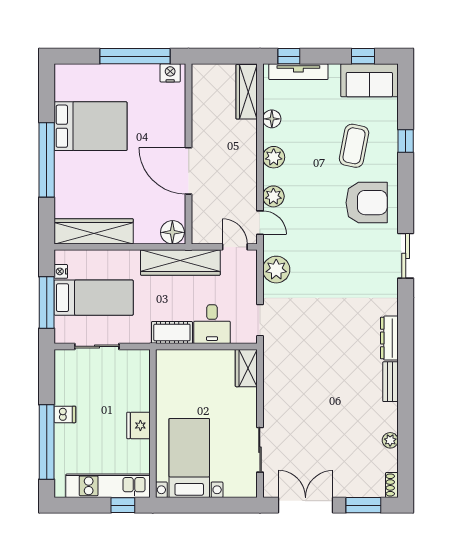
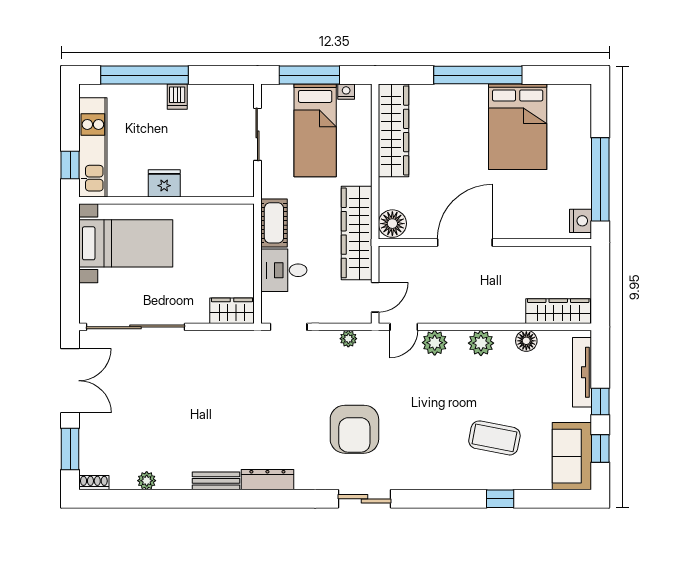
window: (289, 56) -> (600, 401), moved
armchair: (367, 203) -> (354, 429), moved
plant: (276, 270) -> (348, 339), width x0.53, depth x0.53
sliding door: (260, 450) -> (135, 327), width x1.86

